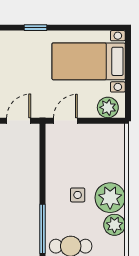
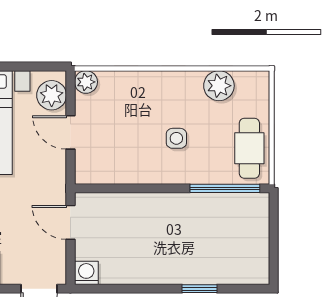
door: (65, 121) -> (70, 132), moved
plant: (110, 198) -> (86, 82), moved, width x0.53, depth x0.53

